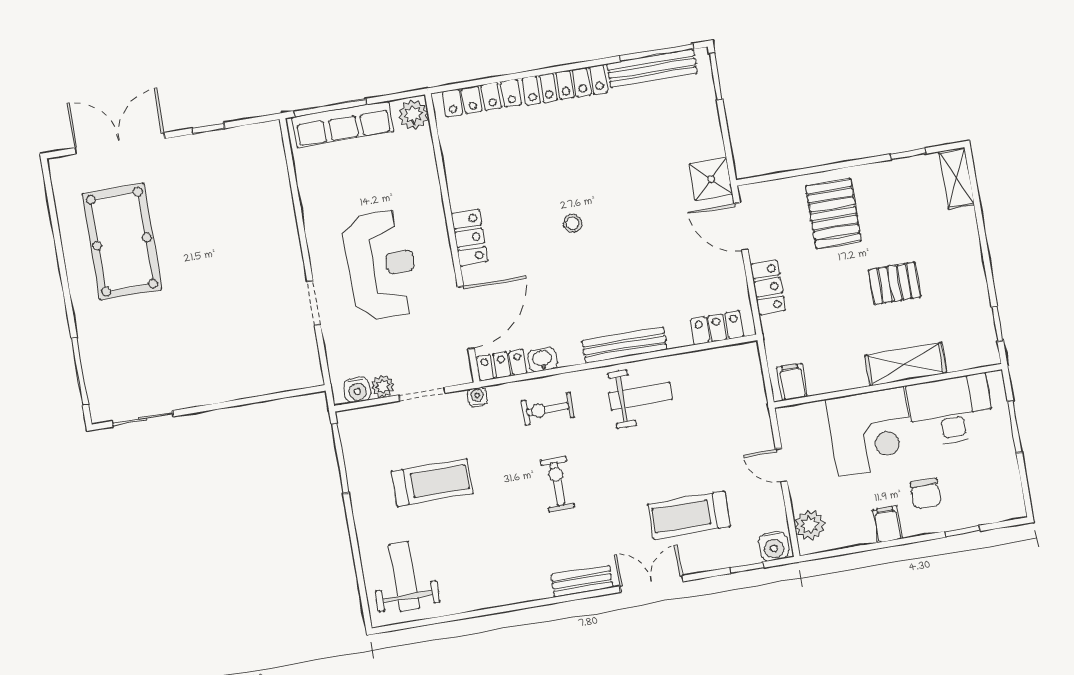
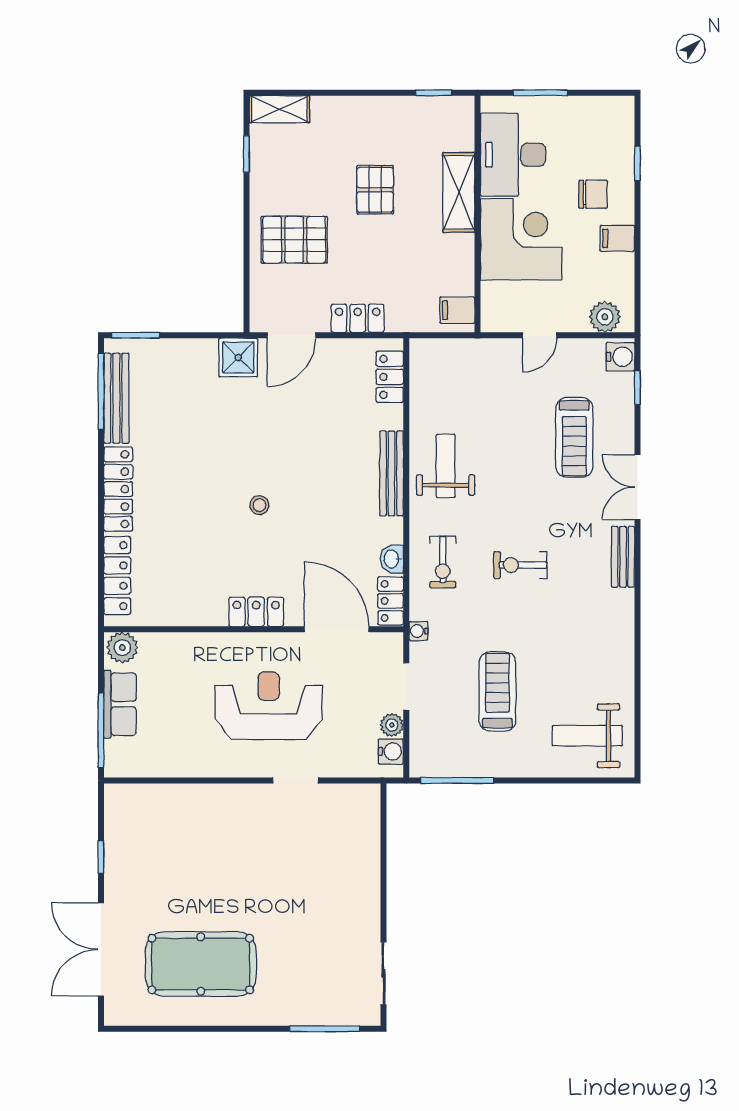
row of seats: (343, 124) -> (120, 704), width x0.68

